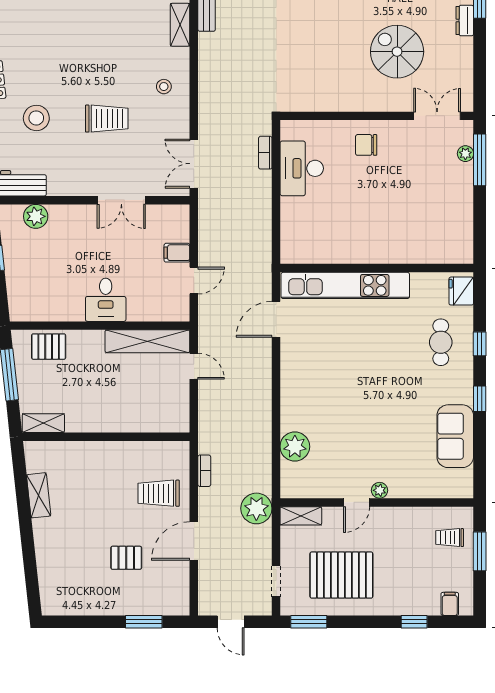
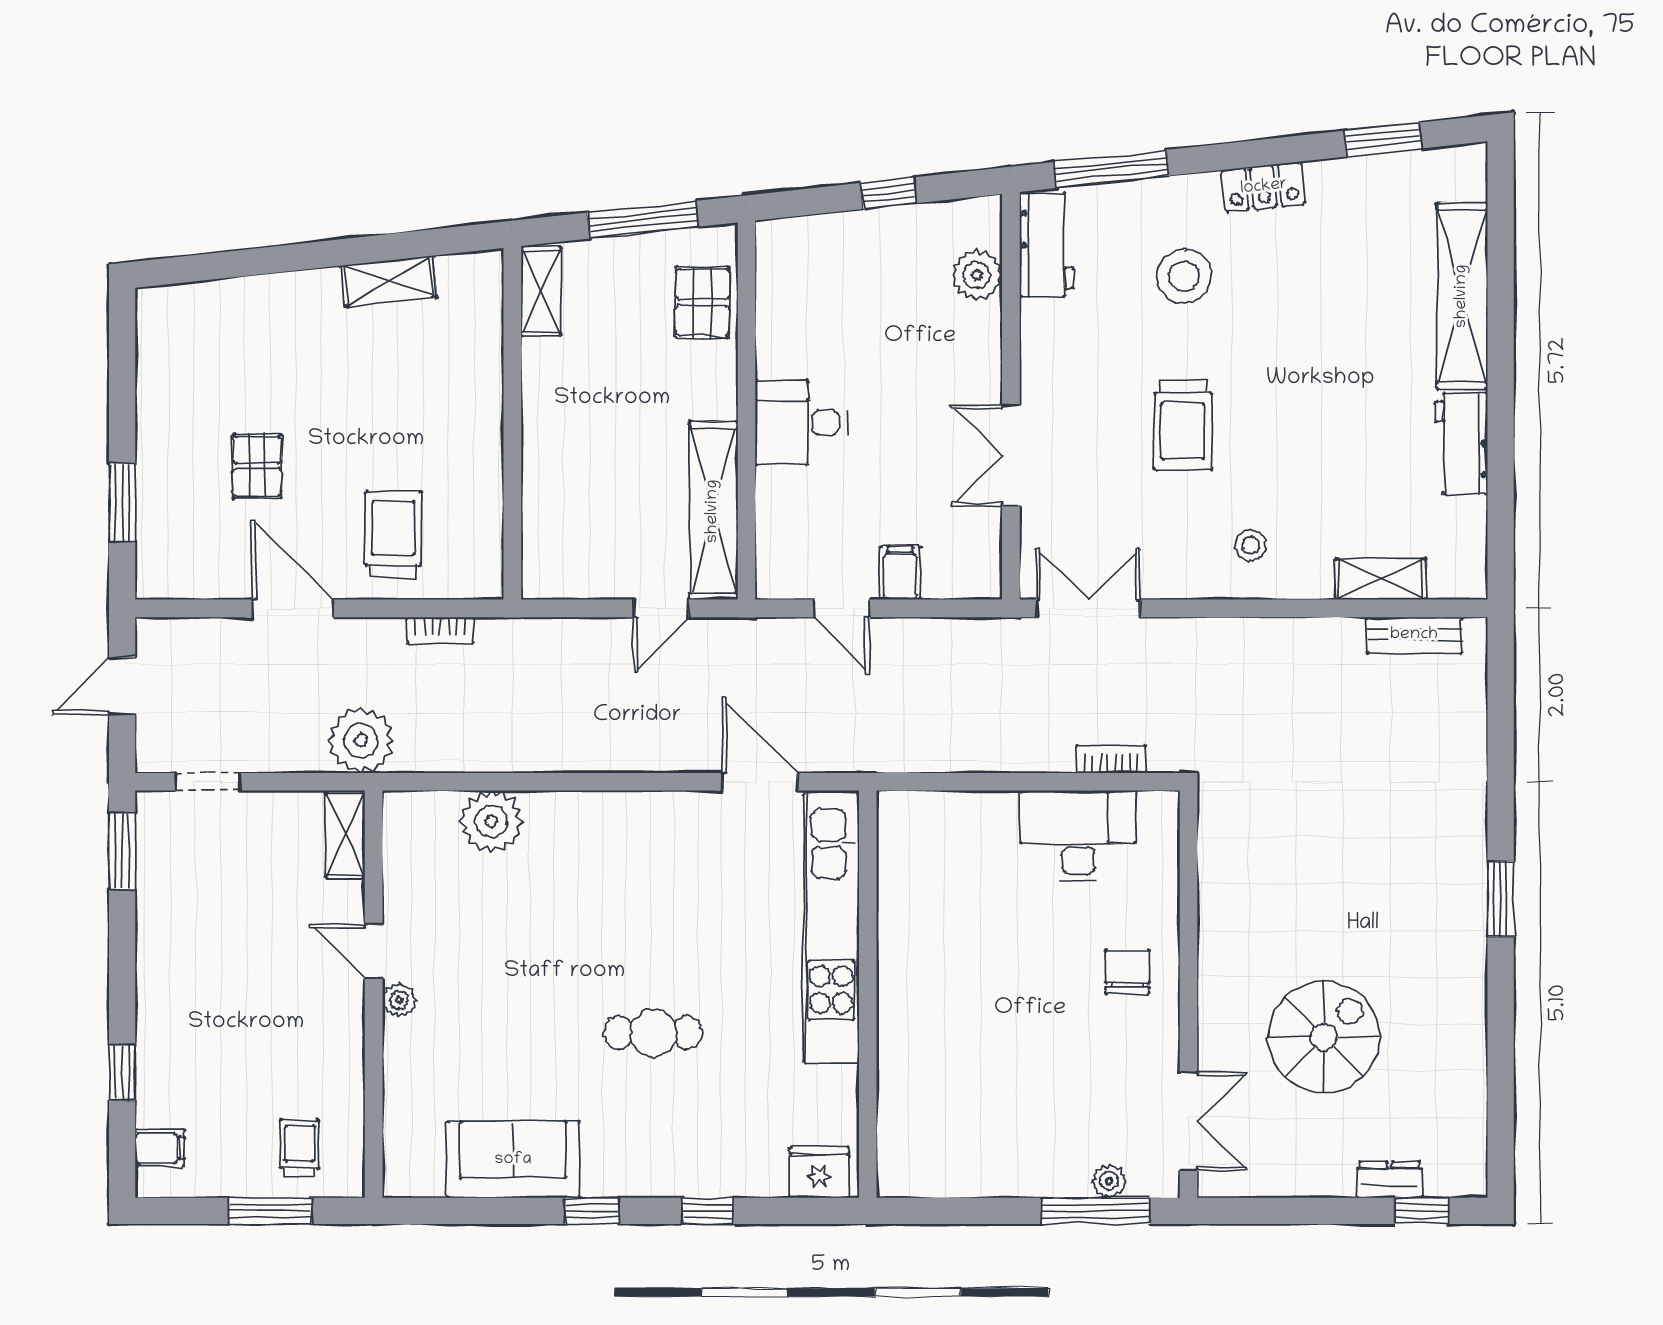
cafe table: (441, 342) -> (653, 1033), moved
pallet: (341, 575) -> (221, 920), removed

